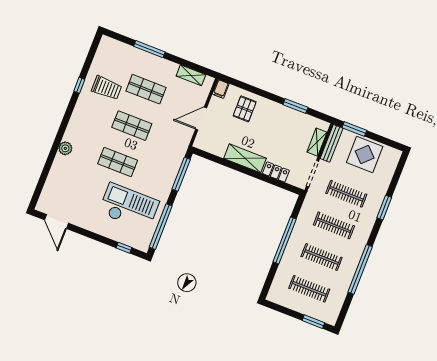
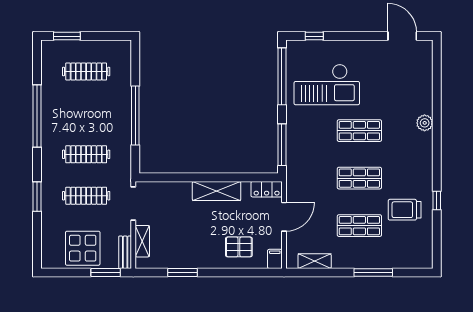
pallet: (245, 109) -> (239, 247), turned 90
bench: (332, 143) -> (125, 252), width x0.73
locker: (276, 172) -> (267, 189), moved
clothes rail: (322, 257) -> (86, 113), removed

